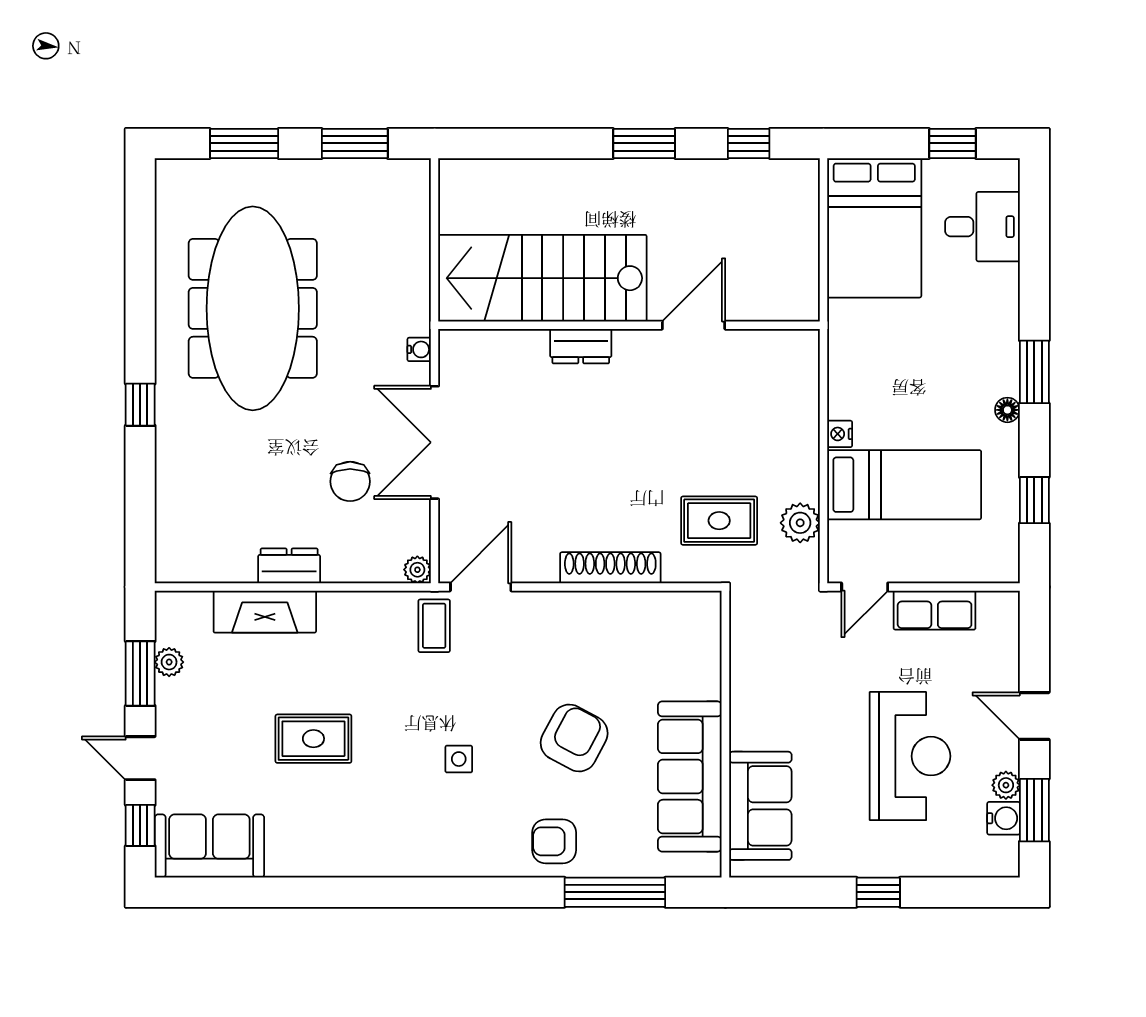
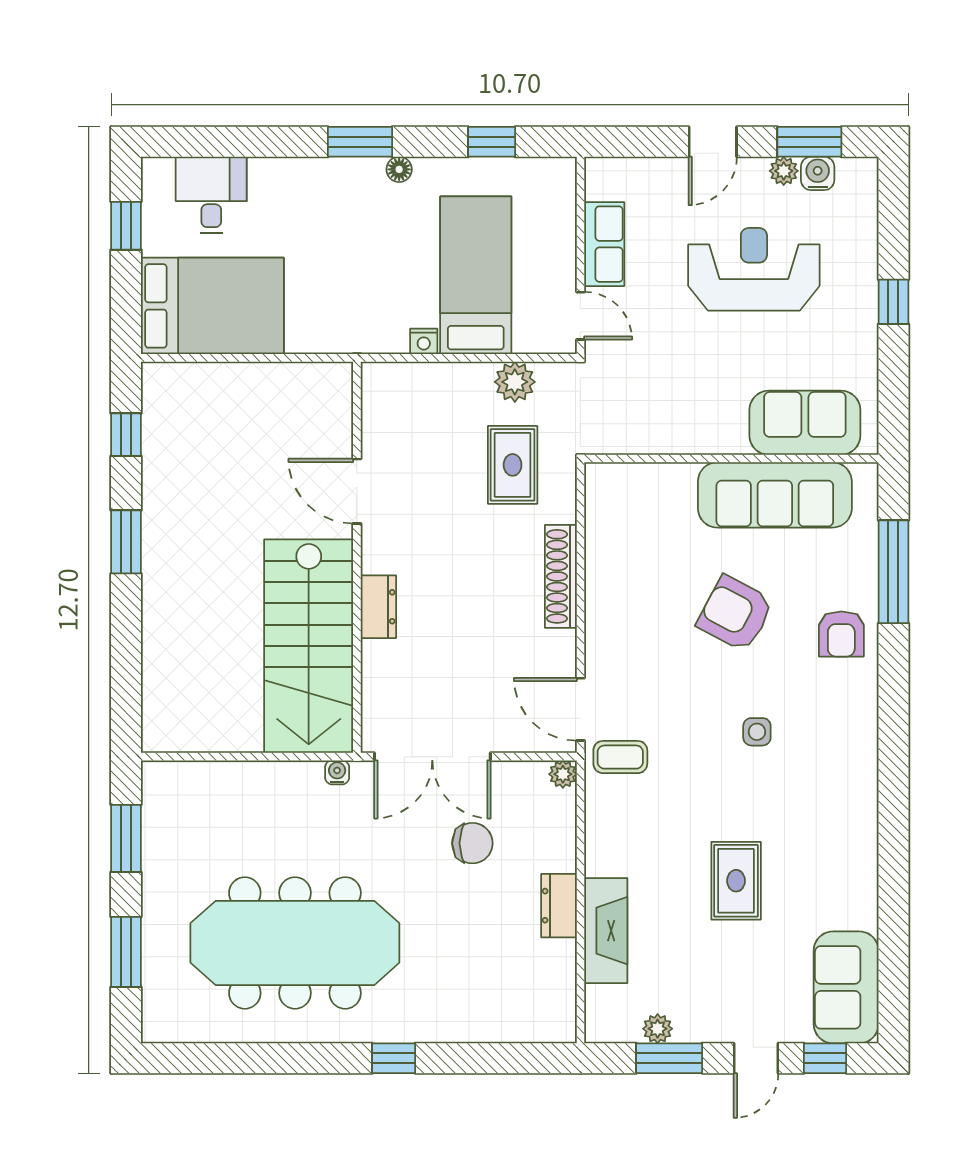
stairs: (542, 278) -> (309, 646), moved
wall: (629, 325) -> (357, 557), moved
door: (694, 325) -> (357, 491), moved
dresser: (581, 346) -> (378, 607), moved

